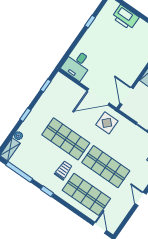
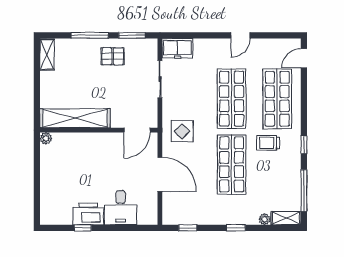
printer: (125, 17) -> (88, 214), moved, turned -90
desk: (77, 65) -> (121, 208), moved, turned 90
door: (98, 97) -> (160, 174), moved

